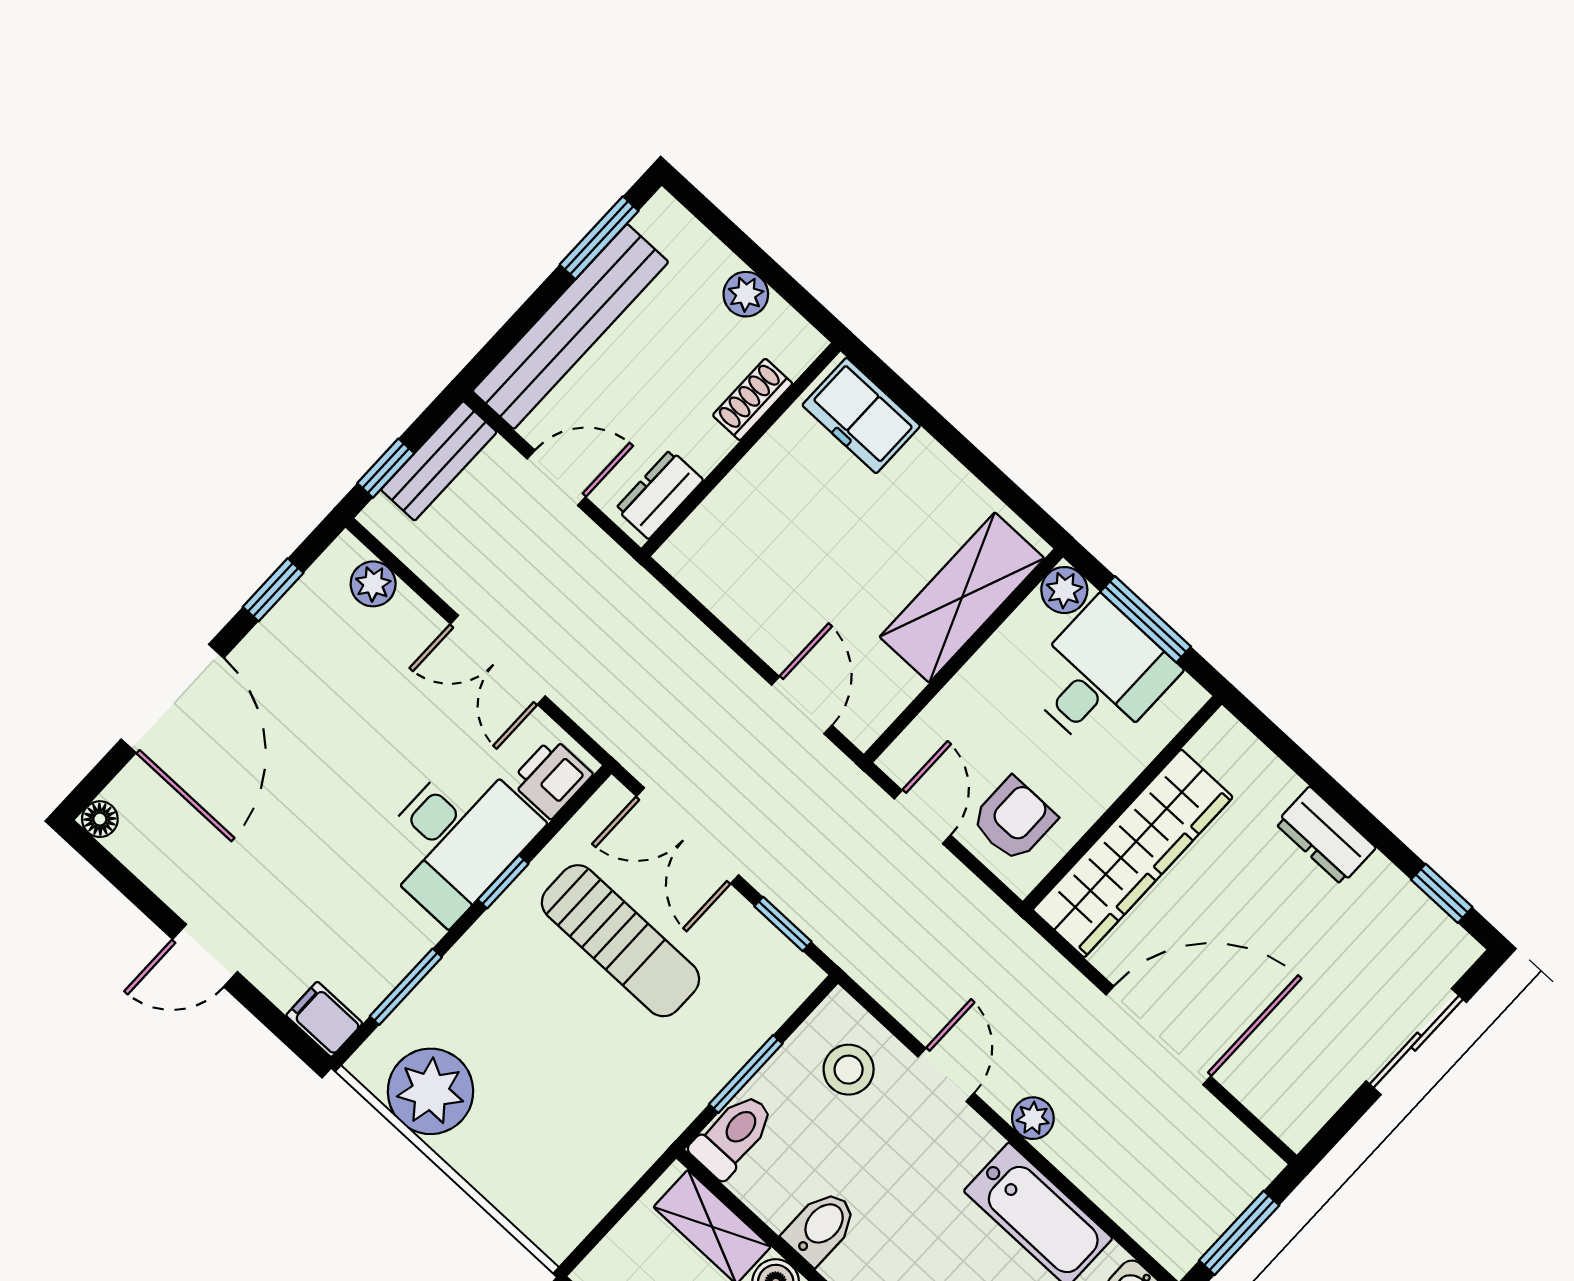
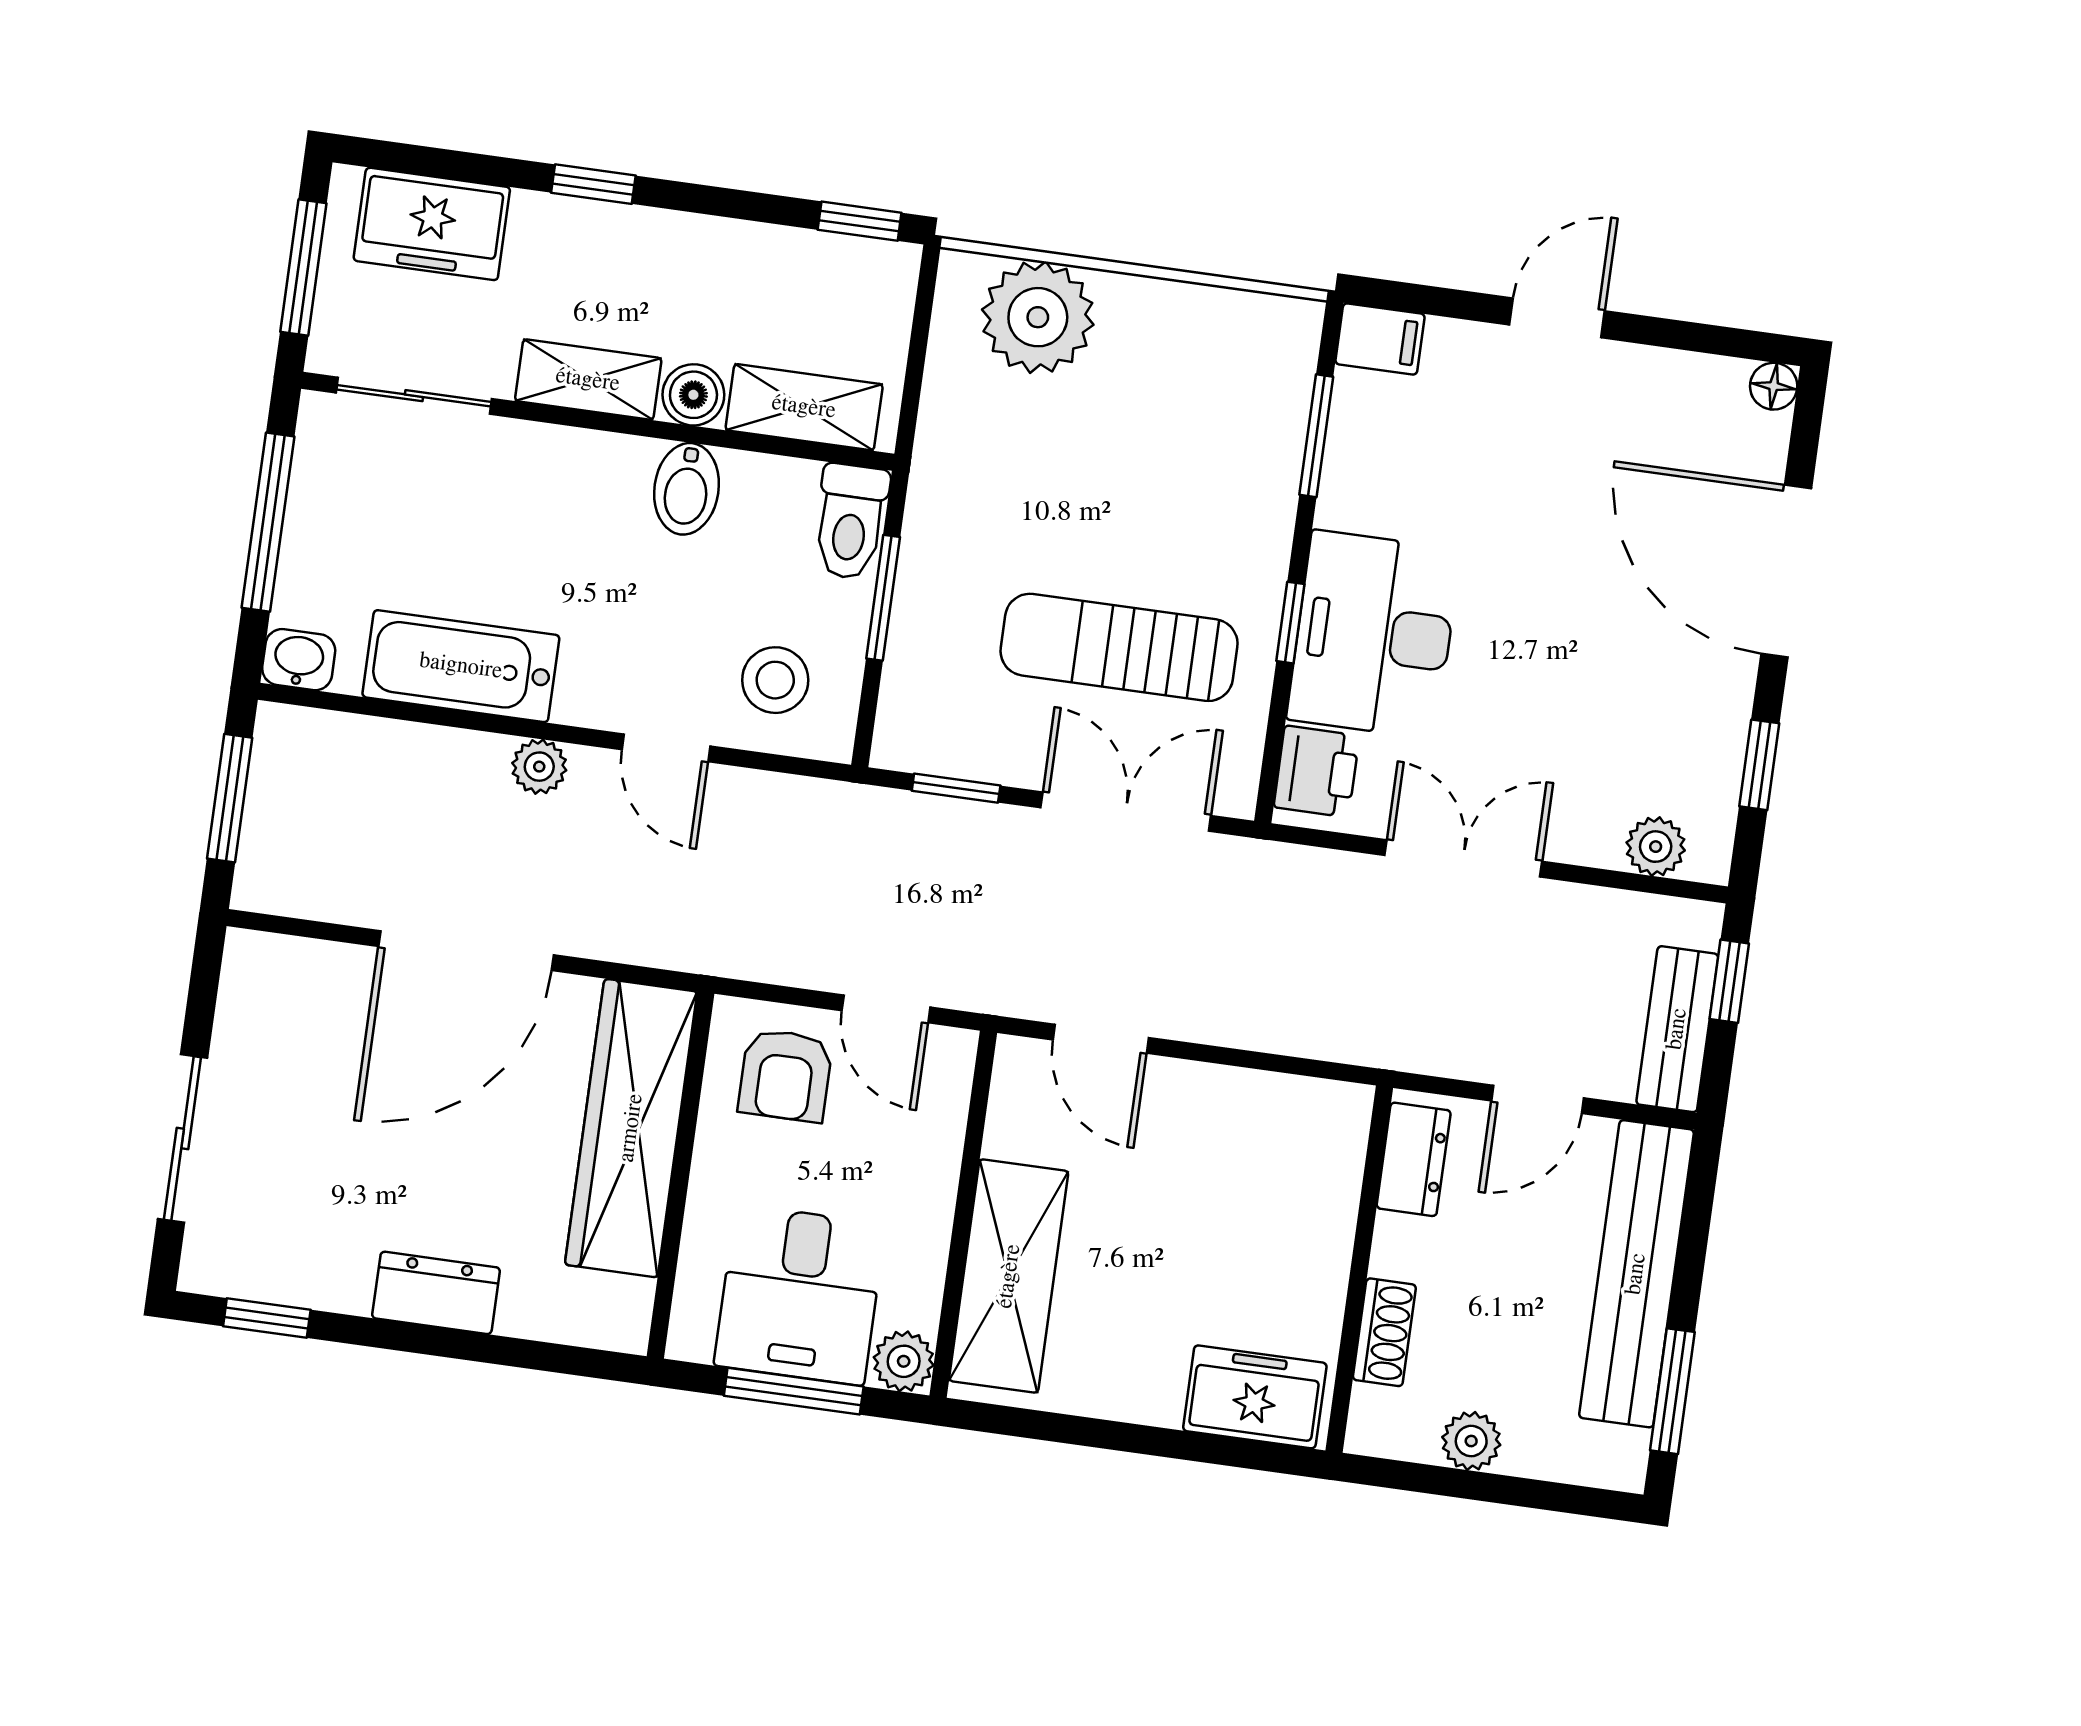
plant: (430, 1091) -> (1038, 317), moved

